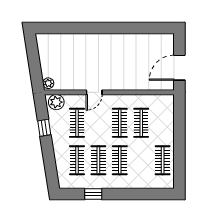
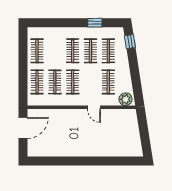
plant: (48, 83) -> (132, 115), removed
door: (94, 92) -> (94, 107), swing flipped
clothes rail: (163, 123) -> (37, 82), added
window: (44, 128) -> (130, 42), moved

